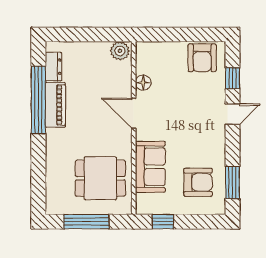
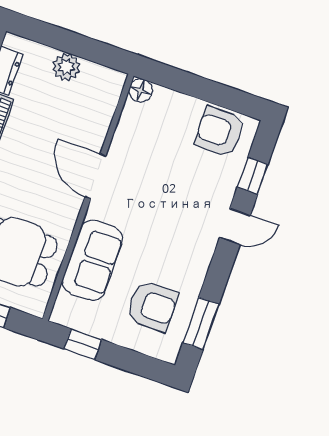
plant: (120, 51) -> (66, 67), moved
armchair: (202, 58) -> (220, 132), turned 90
floor lamp: (143, 83) -> (141, 90), moved

